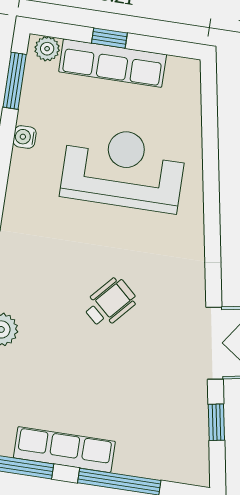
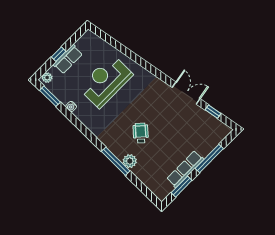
row of seats: (113, 63) -> (68, 59), width x0.68
wheelchair: (110, 303) -> (141, 133), moved

